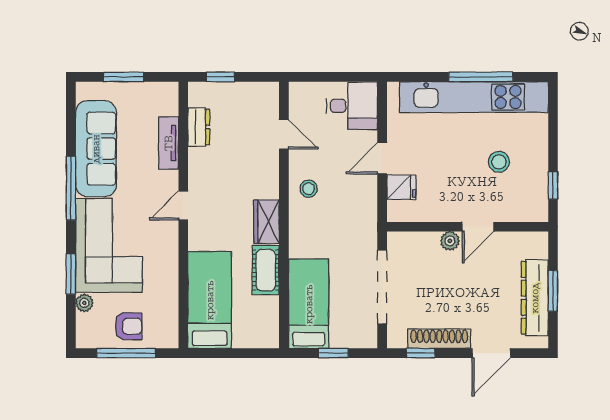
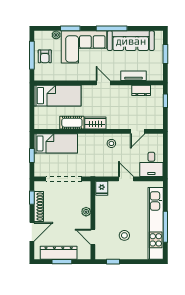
fridge: (401, 187) -> (102, 188), moved
door: (478, 227) -> (93, 237), moved
door: (491, 353) -> (32, 232), swing flipped

